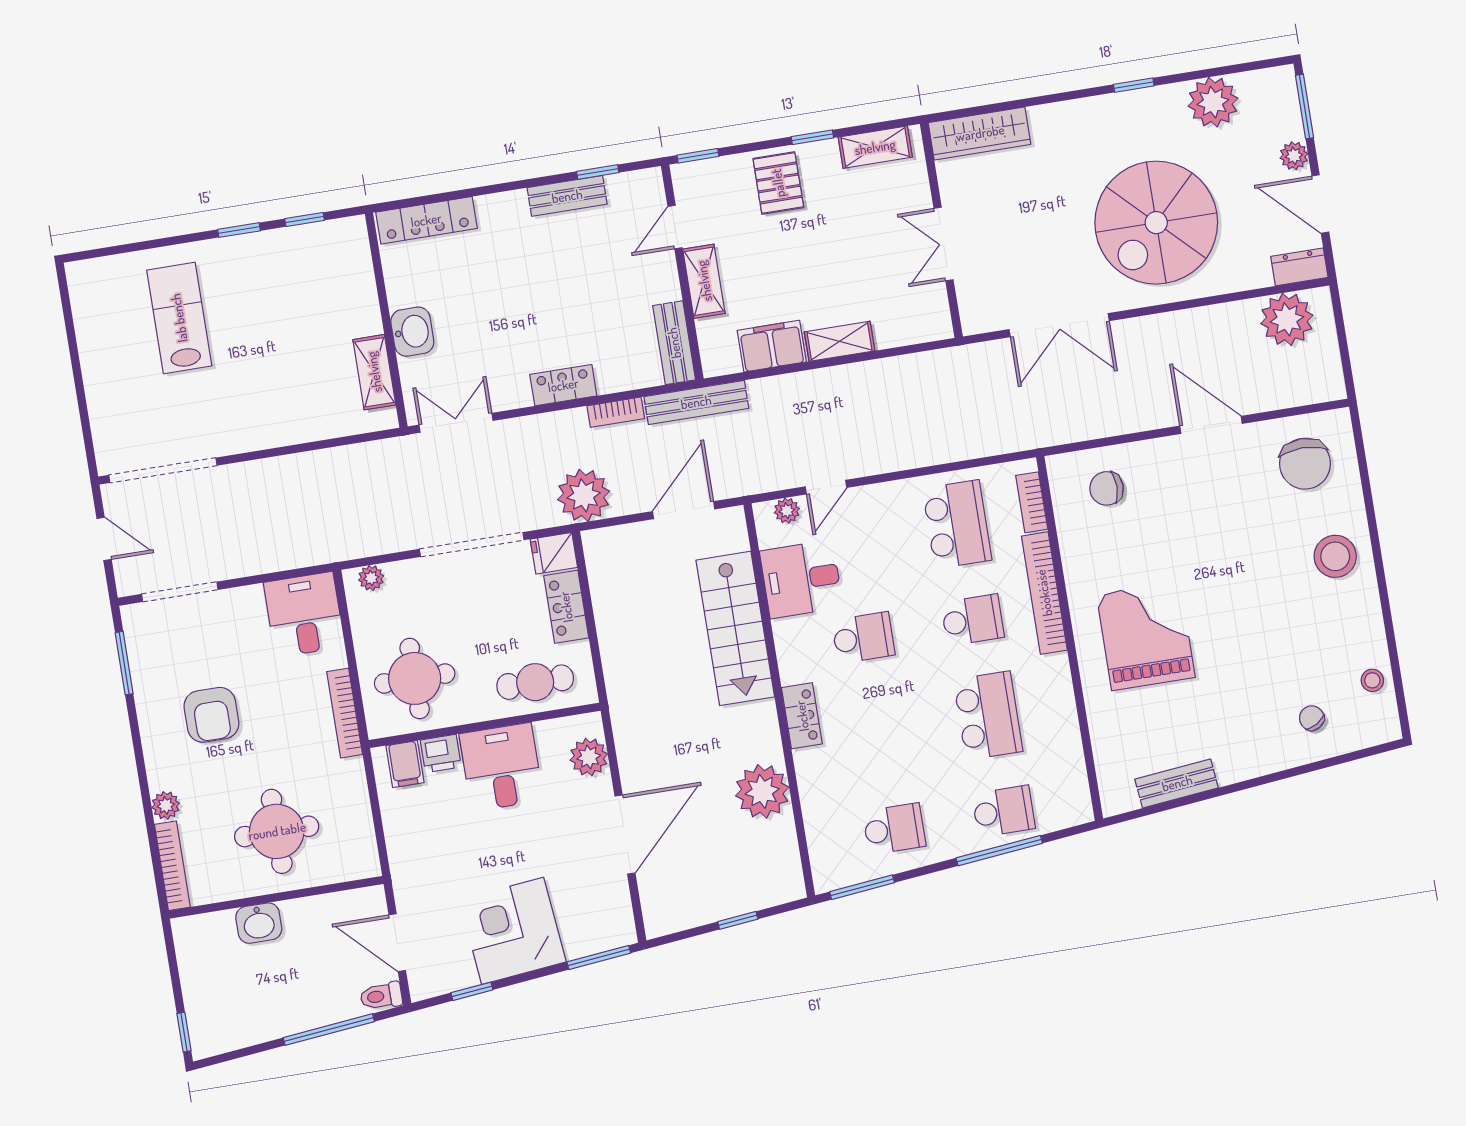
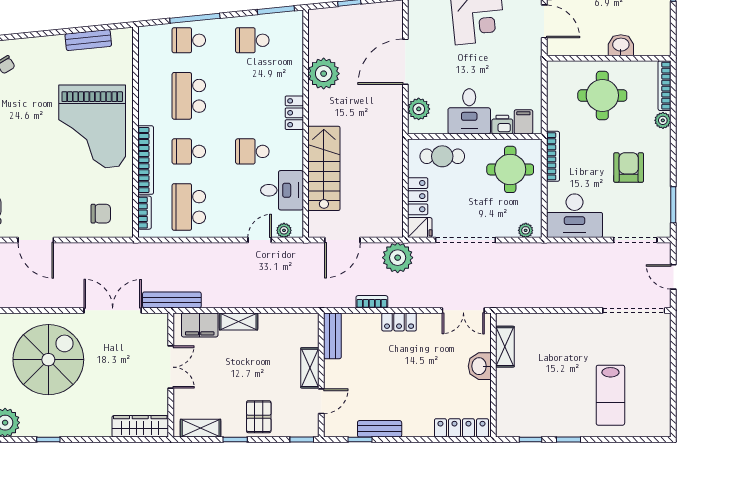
filing cabinet: (772, 346) -> (200, 325), moved
bench: (696, 402) -> (172, 300), moved
desk: (304, 615) -> (574, 216), width x1.37
grand piano: (1146, 636) -> (92, 126), width x1.37, depth x1.48

